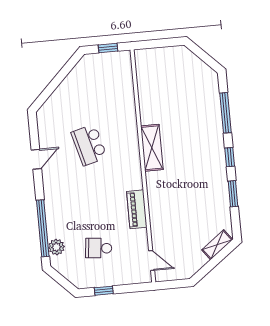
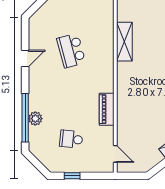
shelving: (152, 148) -> (124, 42), moved
plant: (56, 247) -> (35, 119), moved

